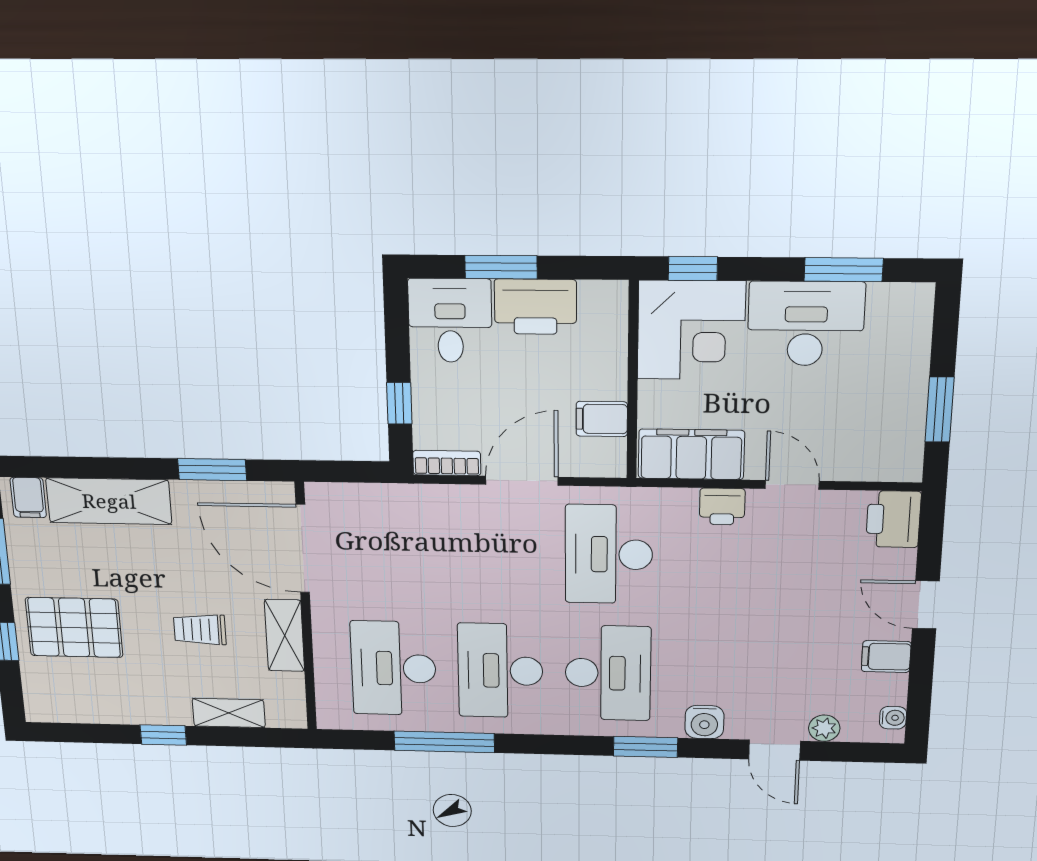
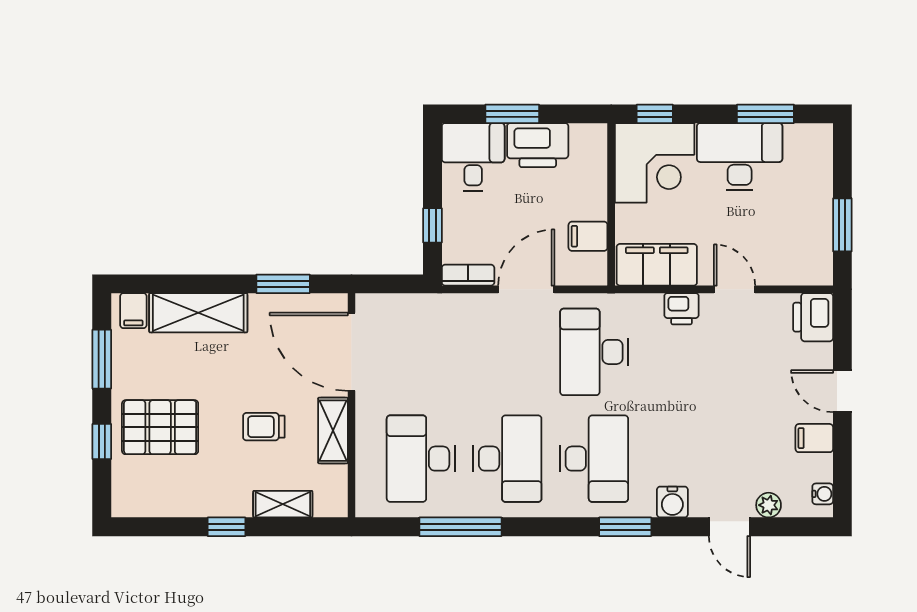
desk: (500, 671) -> (507, 459), turned 180

